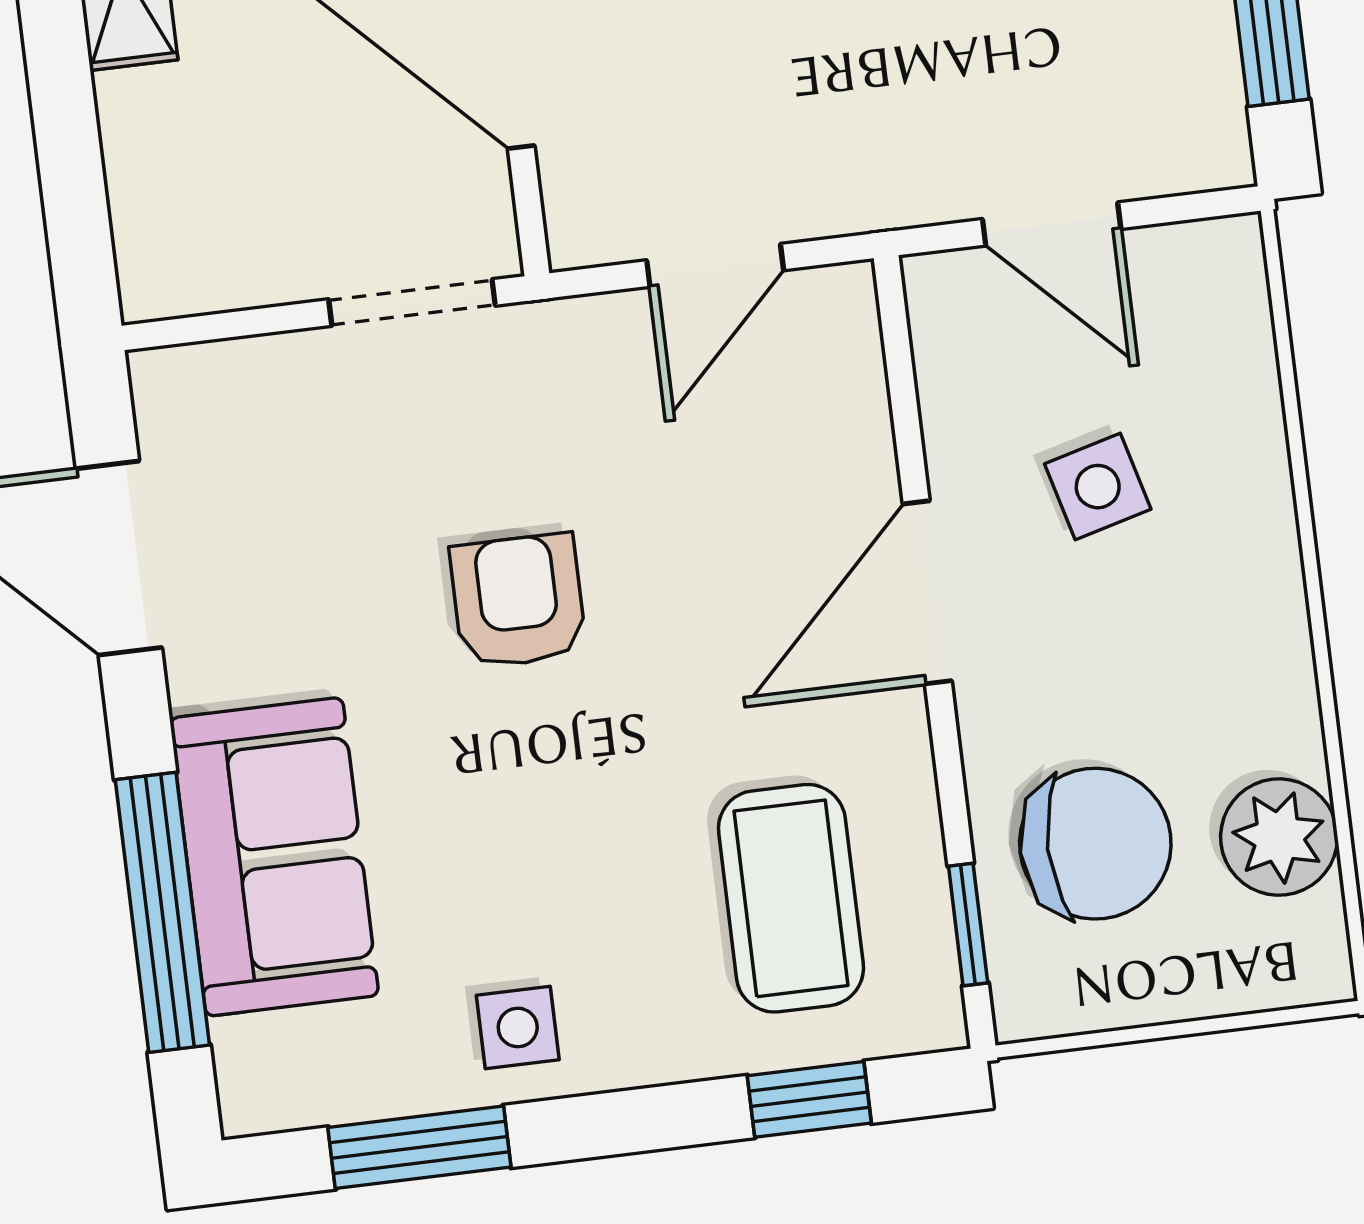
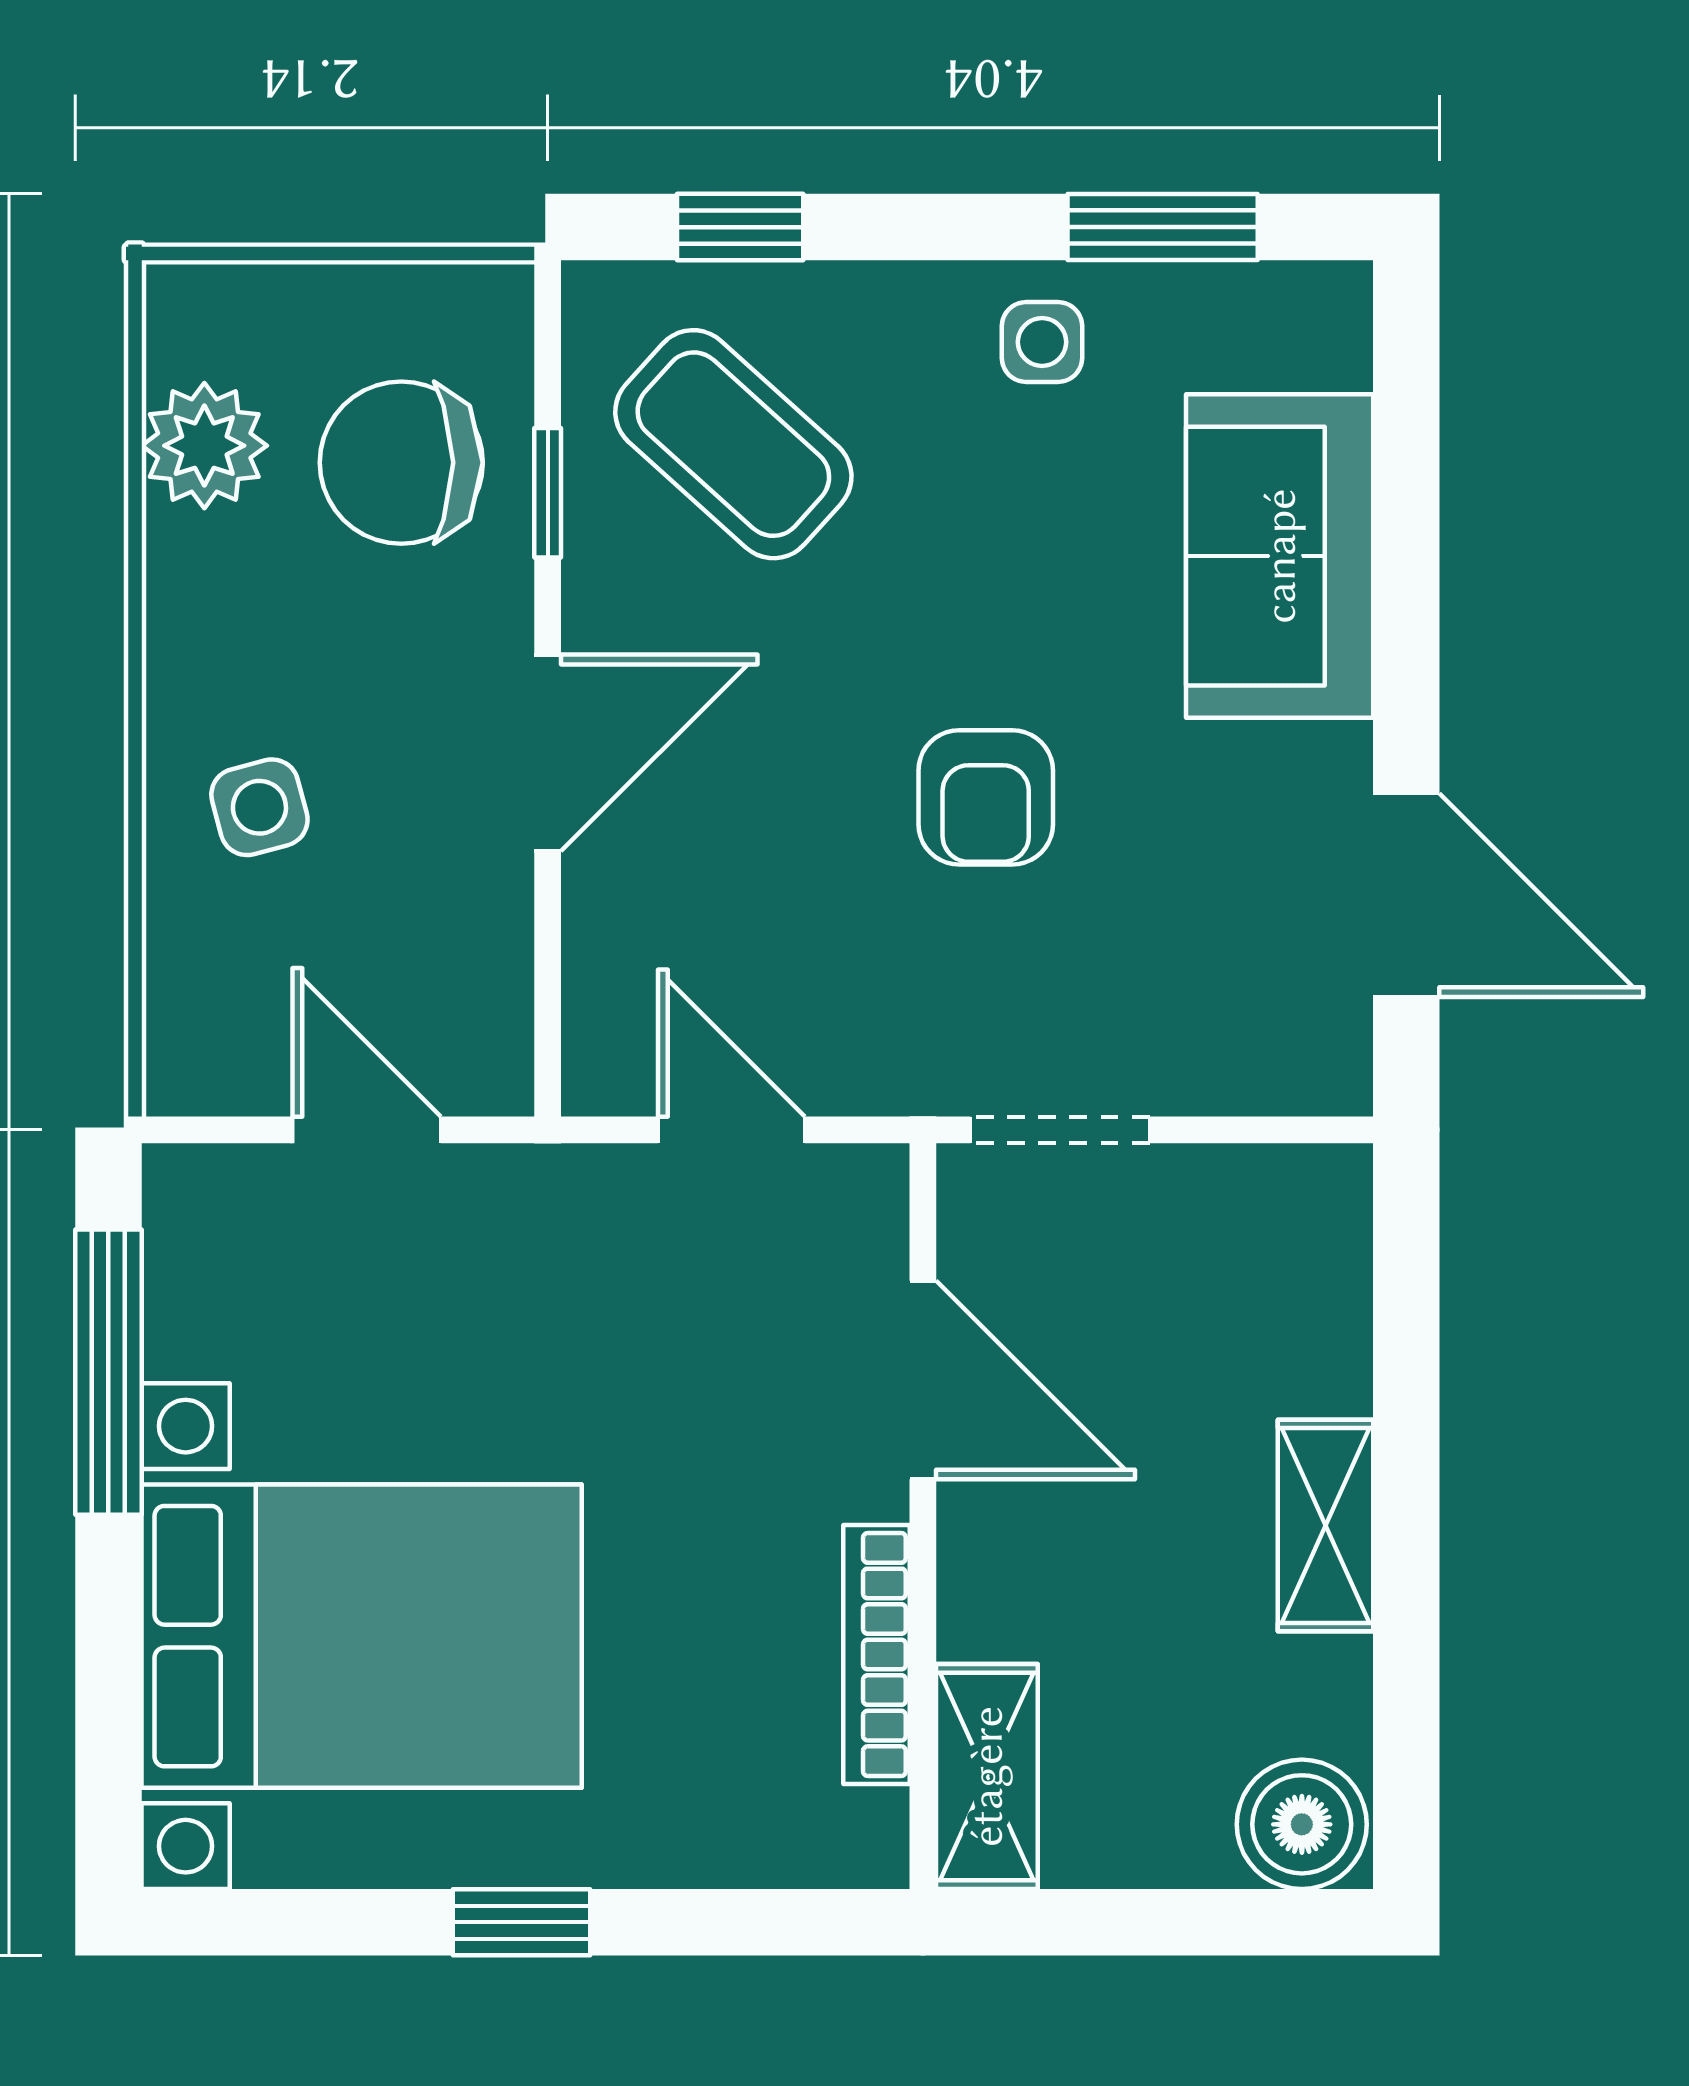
door: (715, 265) -> (731, 1130), hinge flipped
side table: (1098, 487) -> (259, 807), moved
coffee table: (791, 898) -> (733, 444), turned -48
window: (162, 912) -> (1406, 511), removed
window: (968, 925) -> (548, 493), moved

